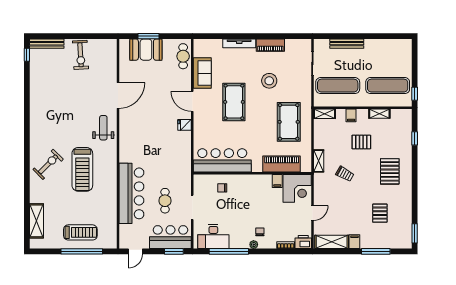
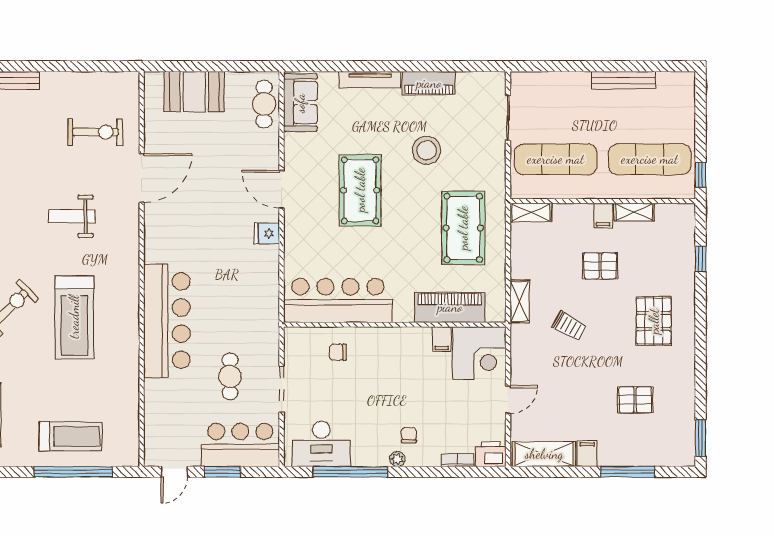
window: (149, 36) -> (199, 66), removed
bench: (347, 44) -> (623, 80), moved
exercise bike: (81, 55) -> (95, 132), moved, turned -87
sofa: (202, 73) -> (300, 103), moved
filing cabinet: (351, 115) -> (603, 216), moved
weight bench: (103, 128) -> (72, 216), moved, turned -90
bar counter: (131, 193) -> (167, 321), moved
pallet: (380, 213) -> (635, 400), turned 90
window: (174, 251) -> (222, 472), moved

